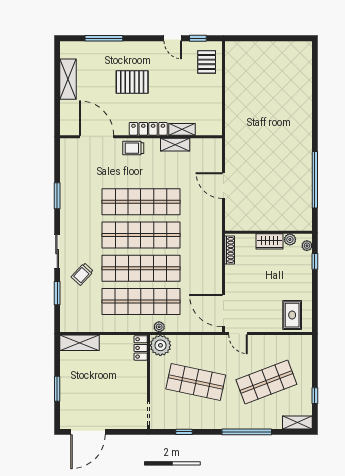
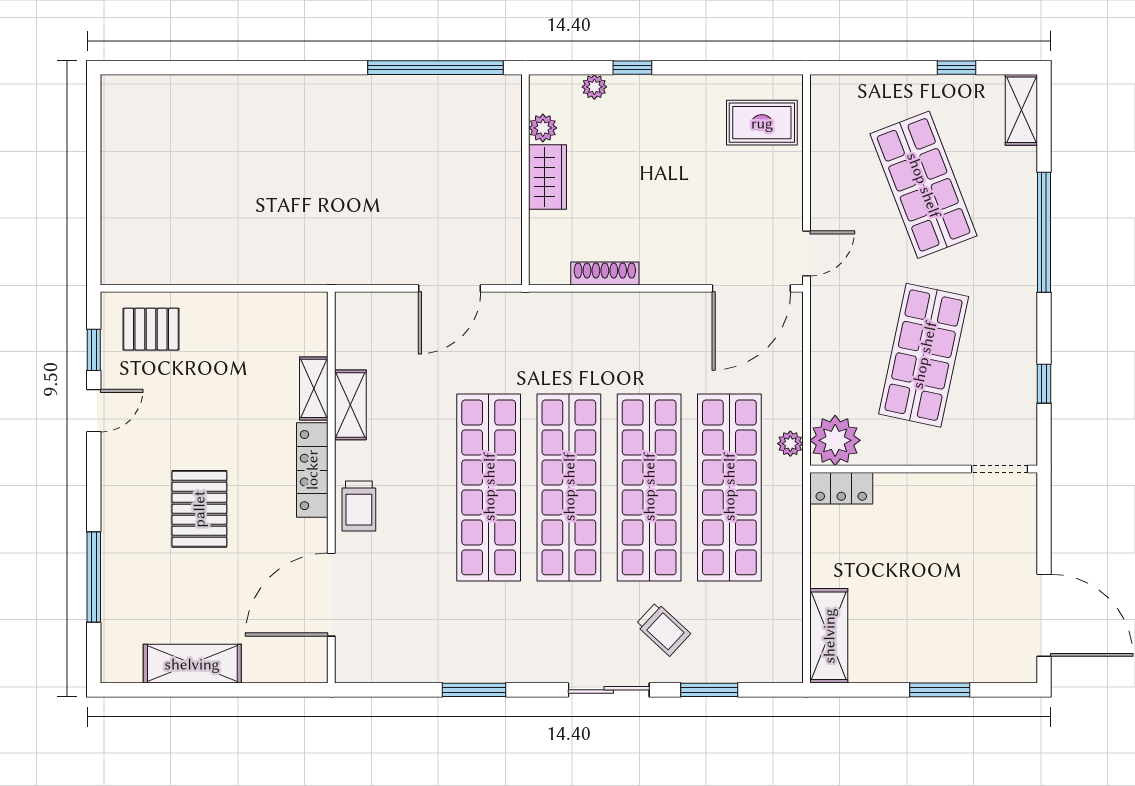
wall: (268, 232) -> (525, 180), moved
plant: (290, 240) -> (543, 128), moved
wardrobe: (270, 241) -> (547, 177), moved

